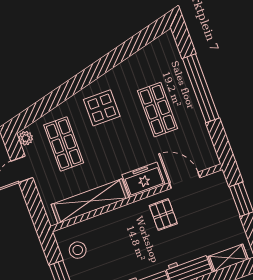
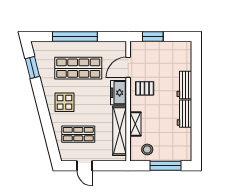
window: (135, 44) -> (32, 67), added
shop shelf: (157, 110) -> (78, 68), width x1.43, depth x1.36
plant: (26, 138) -> (66, 156), removed
shelving: (228, 258) -> (135, 124), moved

